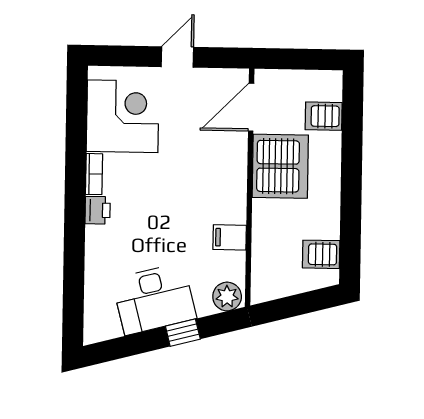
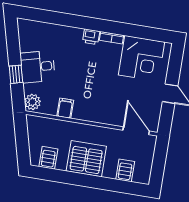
server rack: (280, 166) -> (86, 159), moved, turned 180
desk: (154, 299) -> (38, 67), width x0.73

